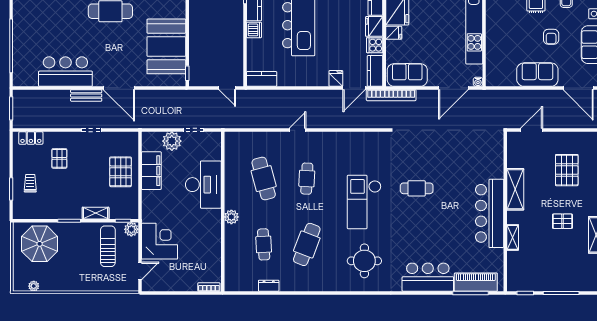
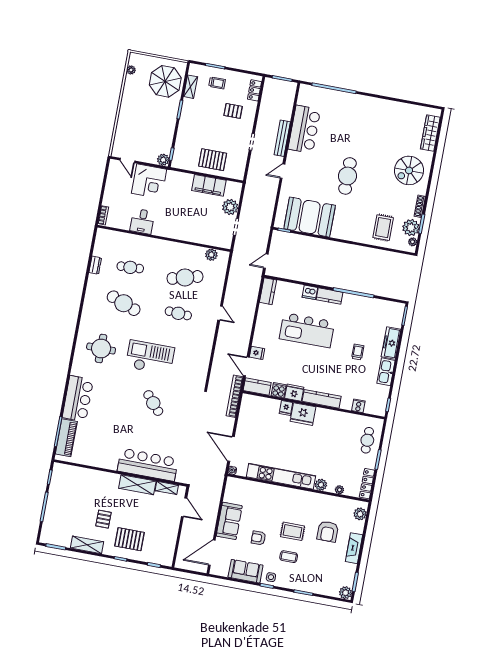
sofa: (407, 75) -> (249, 413), removed
door: (119, 88) -> (282, 171), width x0.53
bench: (86, 95) -> (282, 138), width x1.36
pallet: (567, 170) -> (129, 539), moved
desk: (203, 185) -> (142, 221), moved, width x0.53, depth x0.77
cafe table: (417, 188) -> (153, 403), turned -41
shelving: (96, 213) -> (191, 87), moved
bar counter: (490, 213) -> (148, 465), moved
plant: (231, 217) -> (211, 255), moved
shelving: (513, 237) -> (167, 488), moved
sun lounger: (108, 246) -> (153, 138), removed

